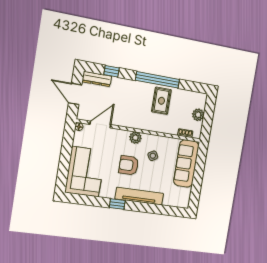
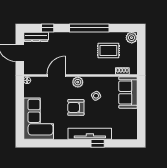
rug: (161, 101) -> (108, 50), moved, turned 90
plant: (198, 115) -> (132, 38), moved
door: (100, 124) -> (56, 75), moved
sofa: (186, 163) -> (128, 93), width x0.73
window: (117, 204) -> (98, 143), moved

